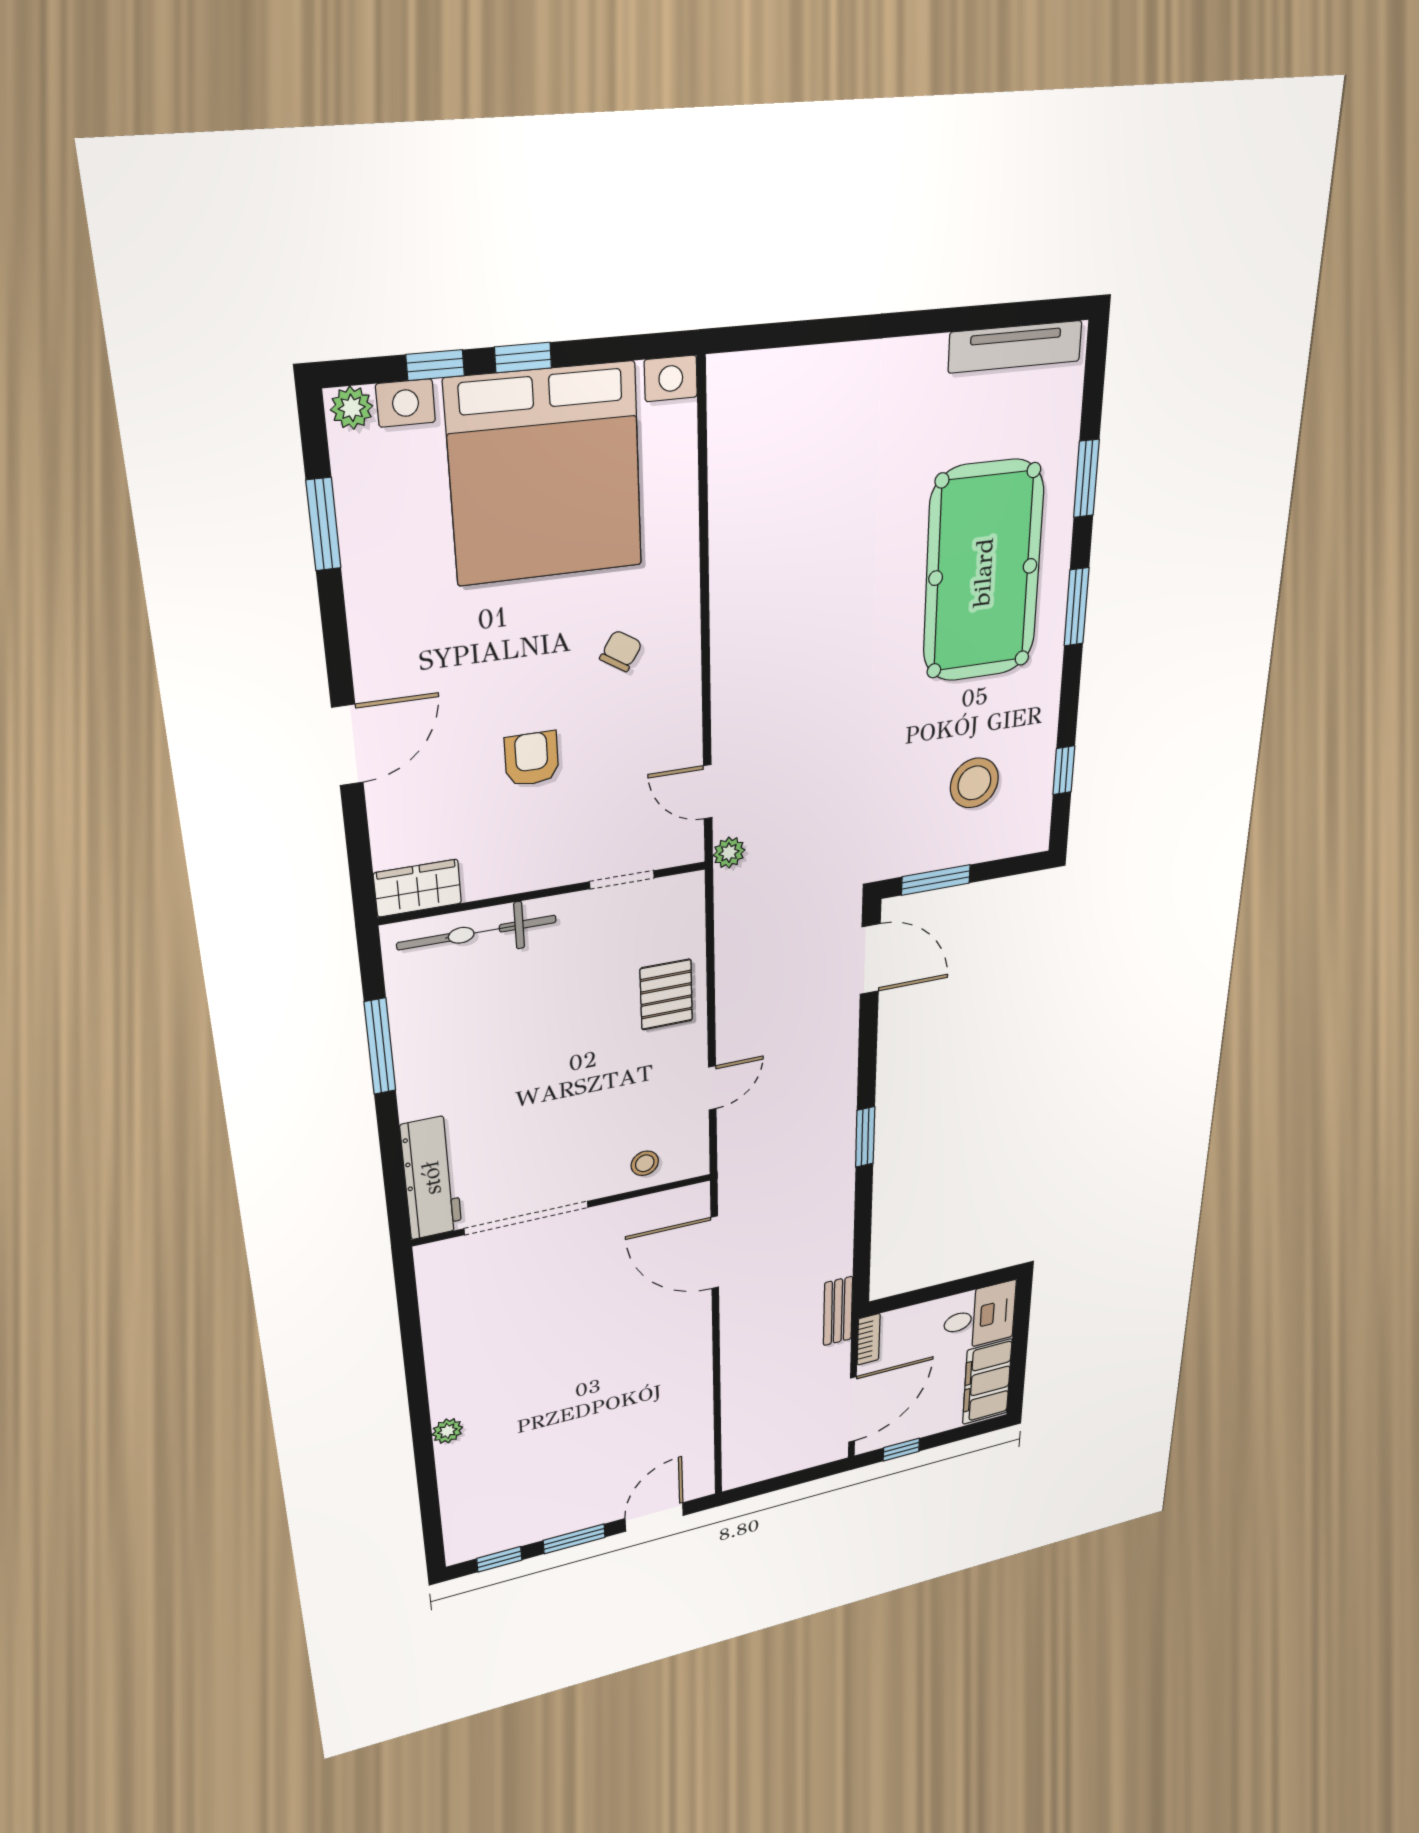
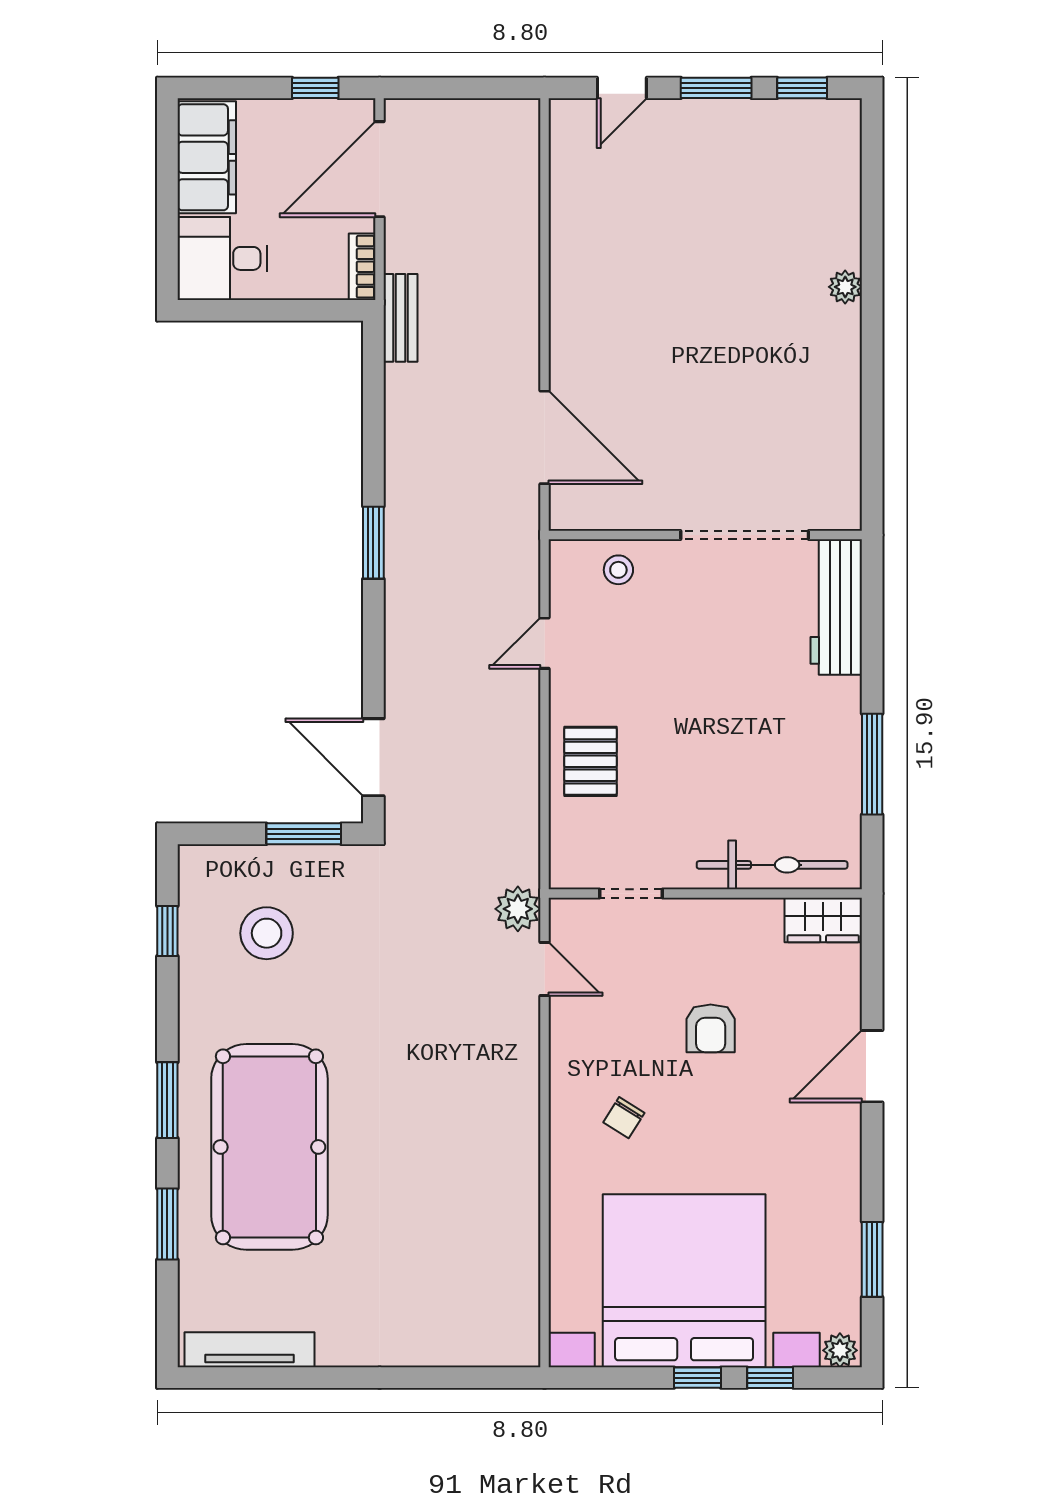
plant: (729, 853) -> (518, 909), width x1.38, depth x1.38
door: (654, 1517) -> (622, 88), width x0.73

